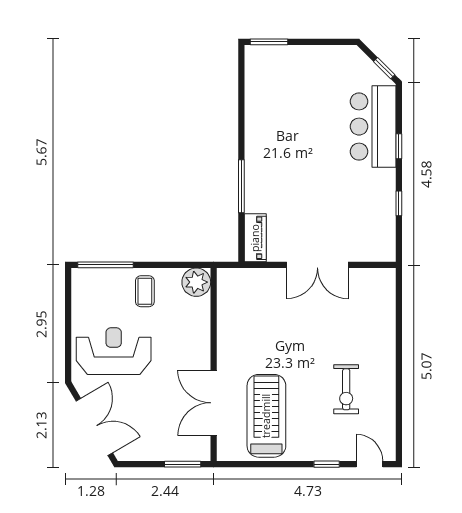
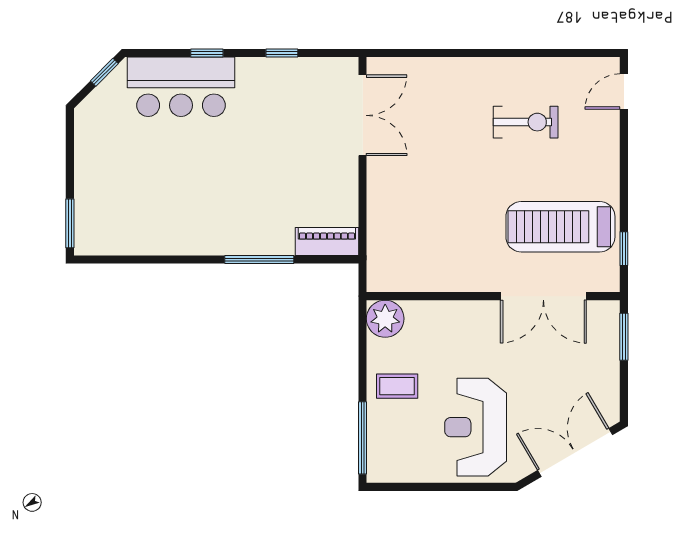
double door: (317, 265) -> (363, 115), moved
window: (327, 464) -> (624, 249), moved

